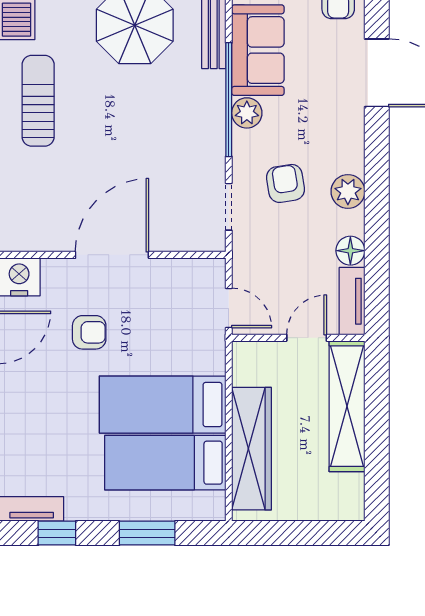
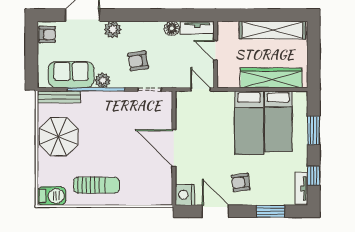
sun lounger: (38, 101) -> (97, 185), turned 180
plant: (348, 191) -> (113, 30), moved
door: (229, 308) -> (201, 89), hinge flipped
armchair: (89, 332) -> (241, 182), moved, turned -97
shelving: (347, 406) -> (272, 30), moved

